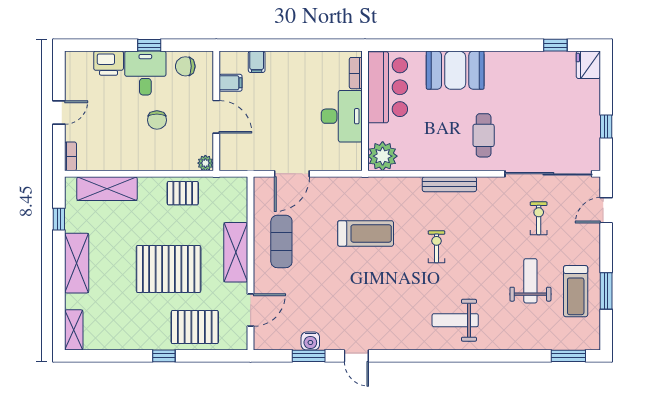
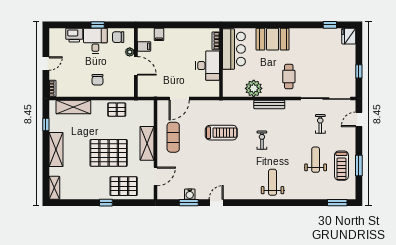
chair: (157, 120) -> (98, 80), moved
plant: (383, 156) -> (254, 88), moved
plant: (205, 163) -> (130, 52), moved
weight bench: (455, 320) -> (273, 182), turned 90
door: (356, 356) -> (216, 203), swing flipped

